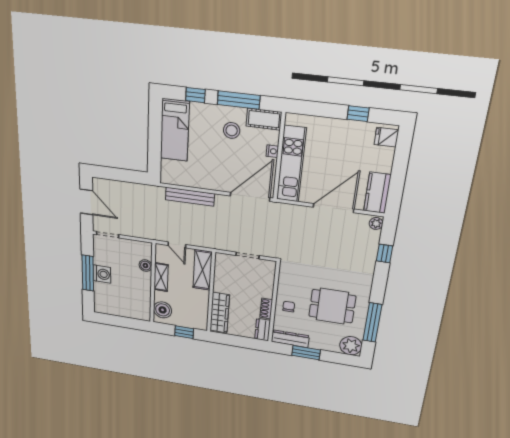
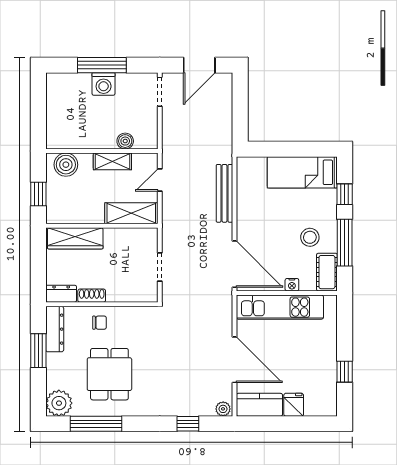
fridge: (386, 137) -> (294, 405), moved

